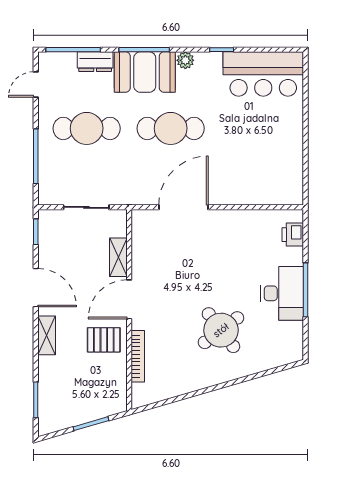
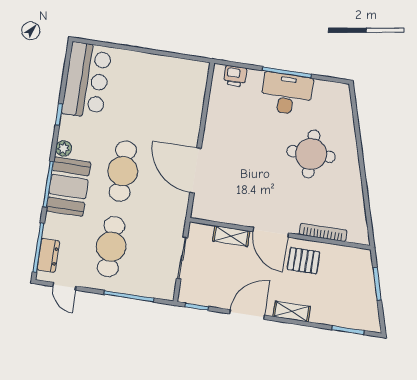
dresser: (95, 62) -> (48, 255), moved
round table: (221, 330) -> (311, 154), turned 37
pallet: (104, 340) -> (303, 261), turned 90

